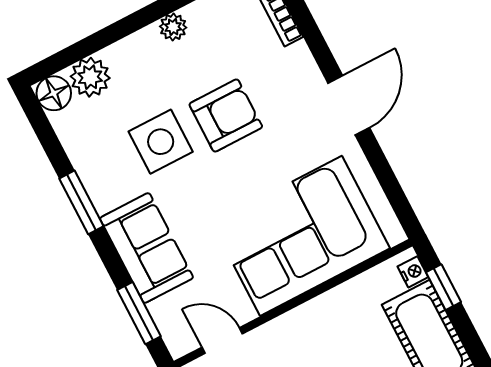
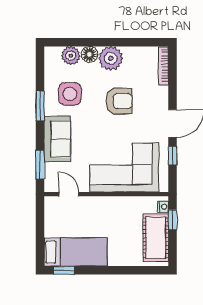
plant: (173, 27) -> (111, 58), width x1.88, depth x1.88
floor lamp: (54, 93) -> (89, 54), moved
side table: (161, 142) -> (70, 94), moved
window: (380, 166) -> (173, 156), added

